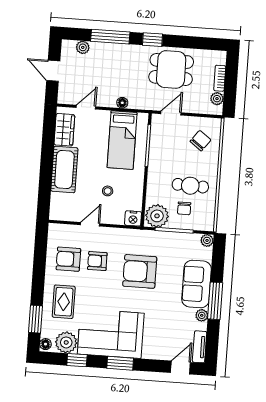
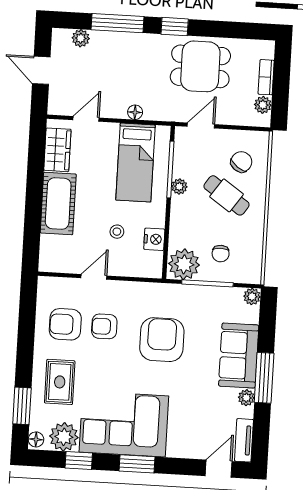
plant: (154, 158) -> (179, 187), added
cafe table: (190, 186) -> (227, 195), moved, turned 33
nightstand: (133, 218) -> (154, 239), moved, turned -90
armchair: (140, 271) -> (162, 340), turned 90

